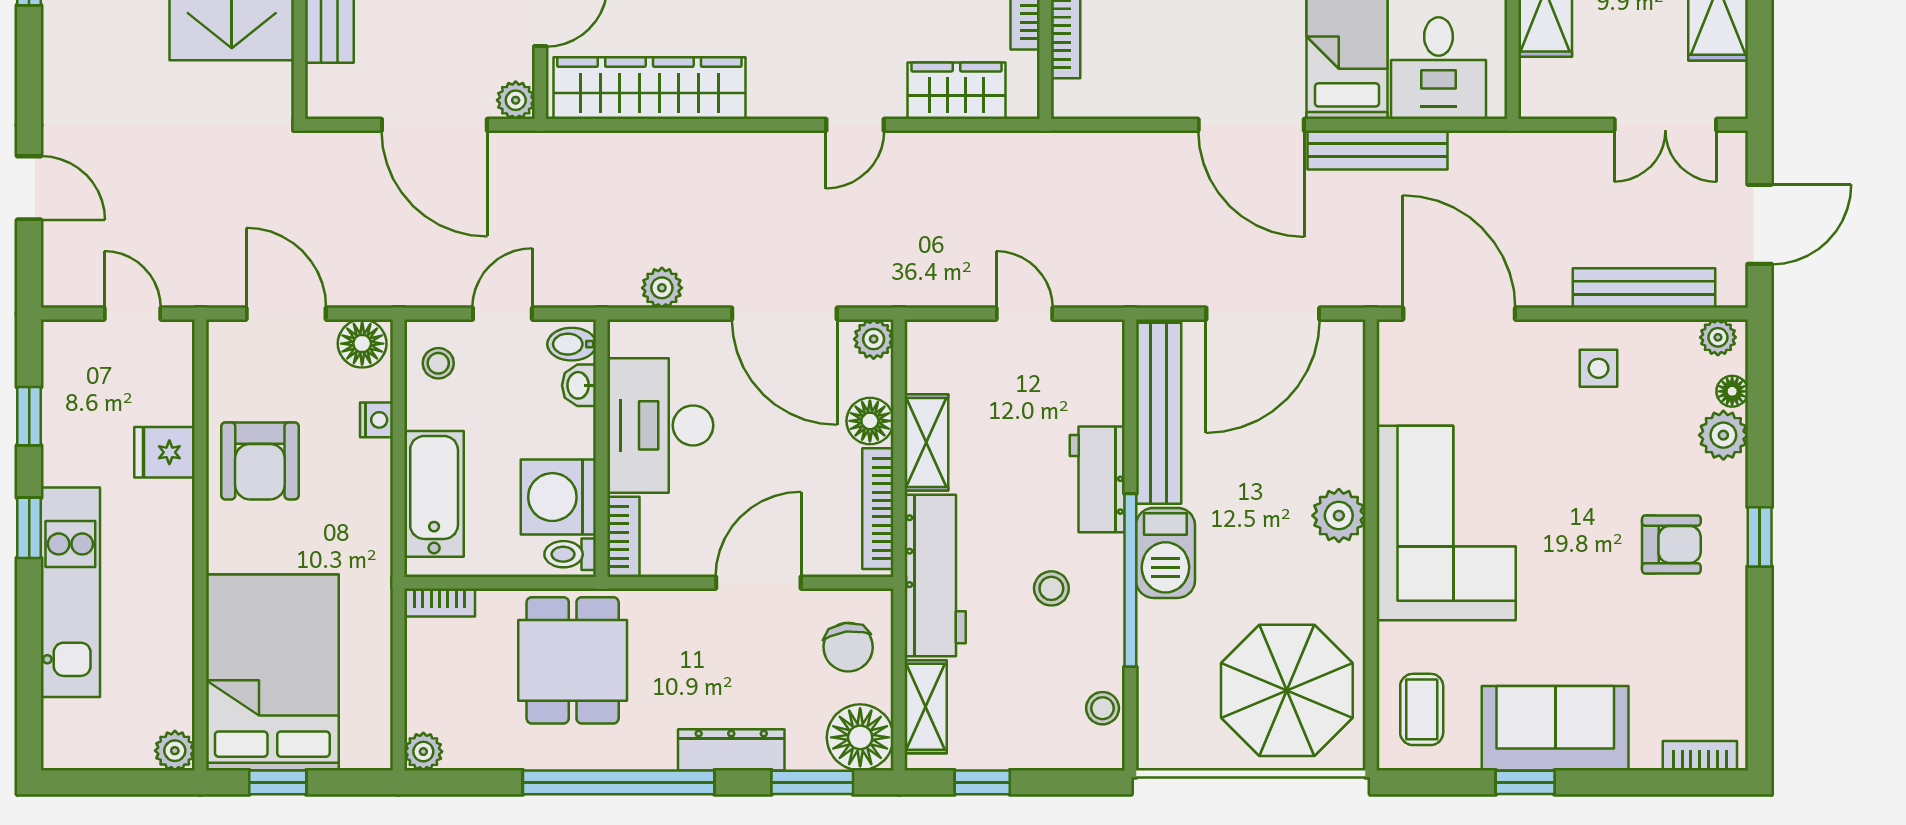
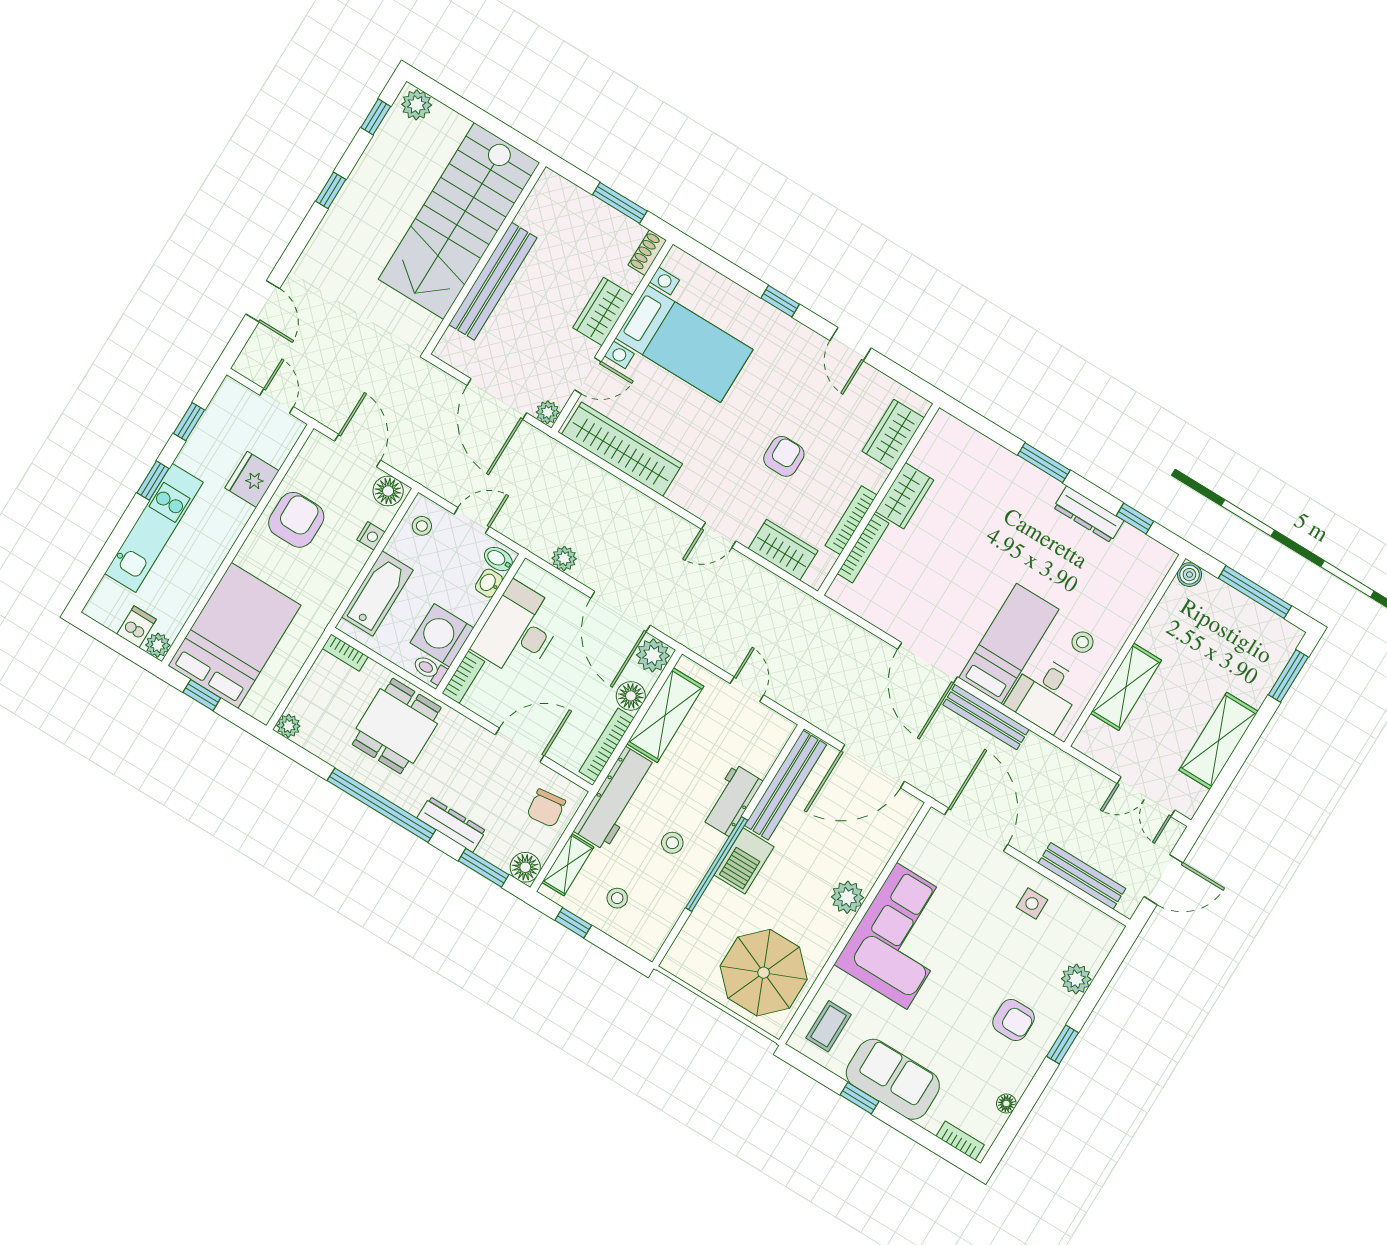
plant: (1718, 337) -> (1105, 926), removed
plant: (874, 339) -> (653, 655), width x1.38, depth x1.38
floor lamp: (1732, 391) -> (1006, 1104), moved
shelving: (926, 442) -> (665, 715), width x1.50, depth x1.33
fridge: (165, 452) -> (252, 479), width x1.38
armchair: (260, 461) -> (296, 520), turned 180
stool: (1103, 708) -> (617, 898), moved
floor lamp: (860, 737) -> (525, 867), width x0.73, depth x0.73
dishwasher: (130, 743) -> (136, 627), added

